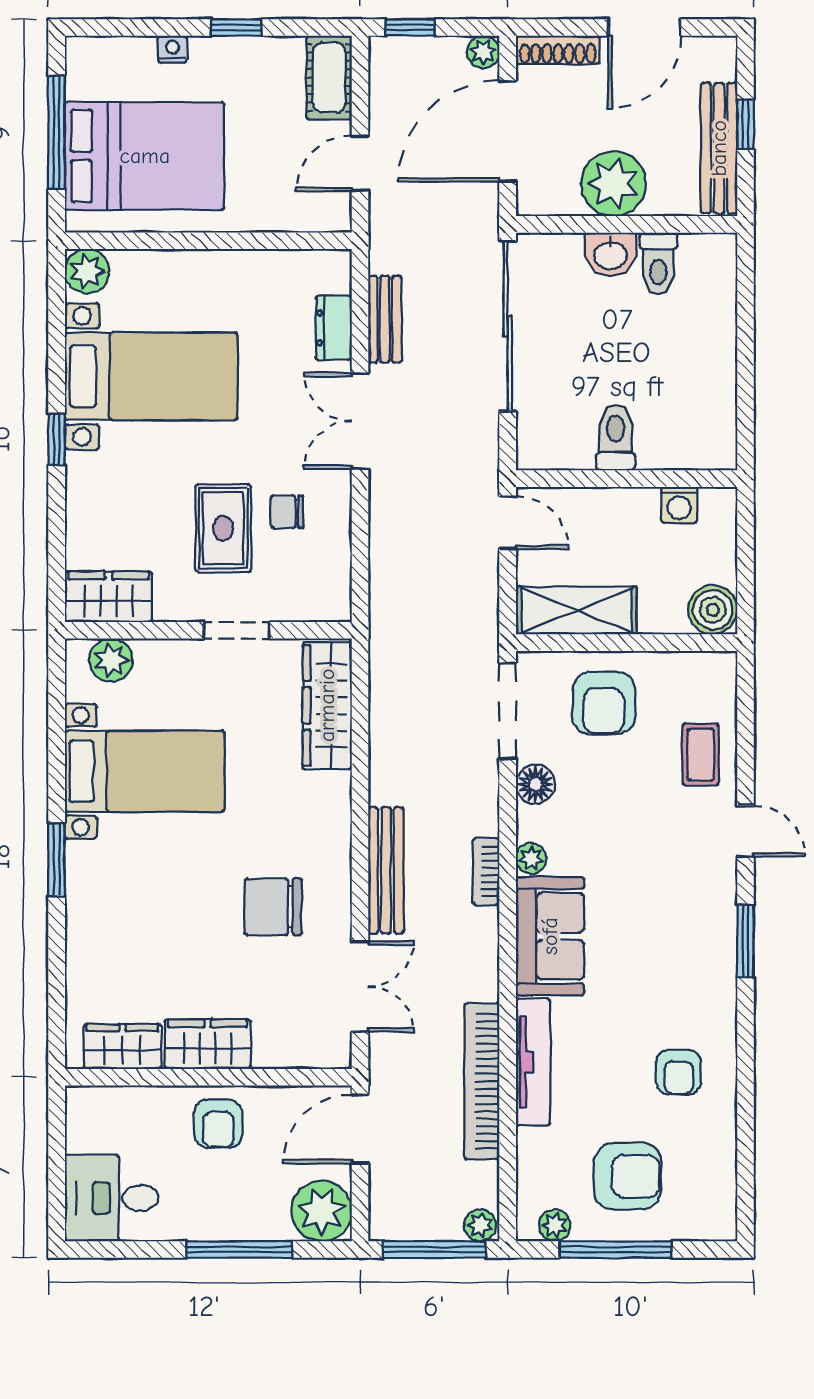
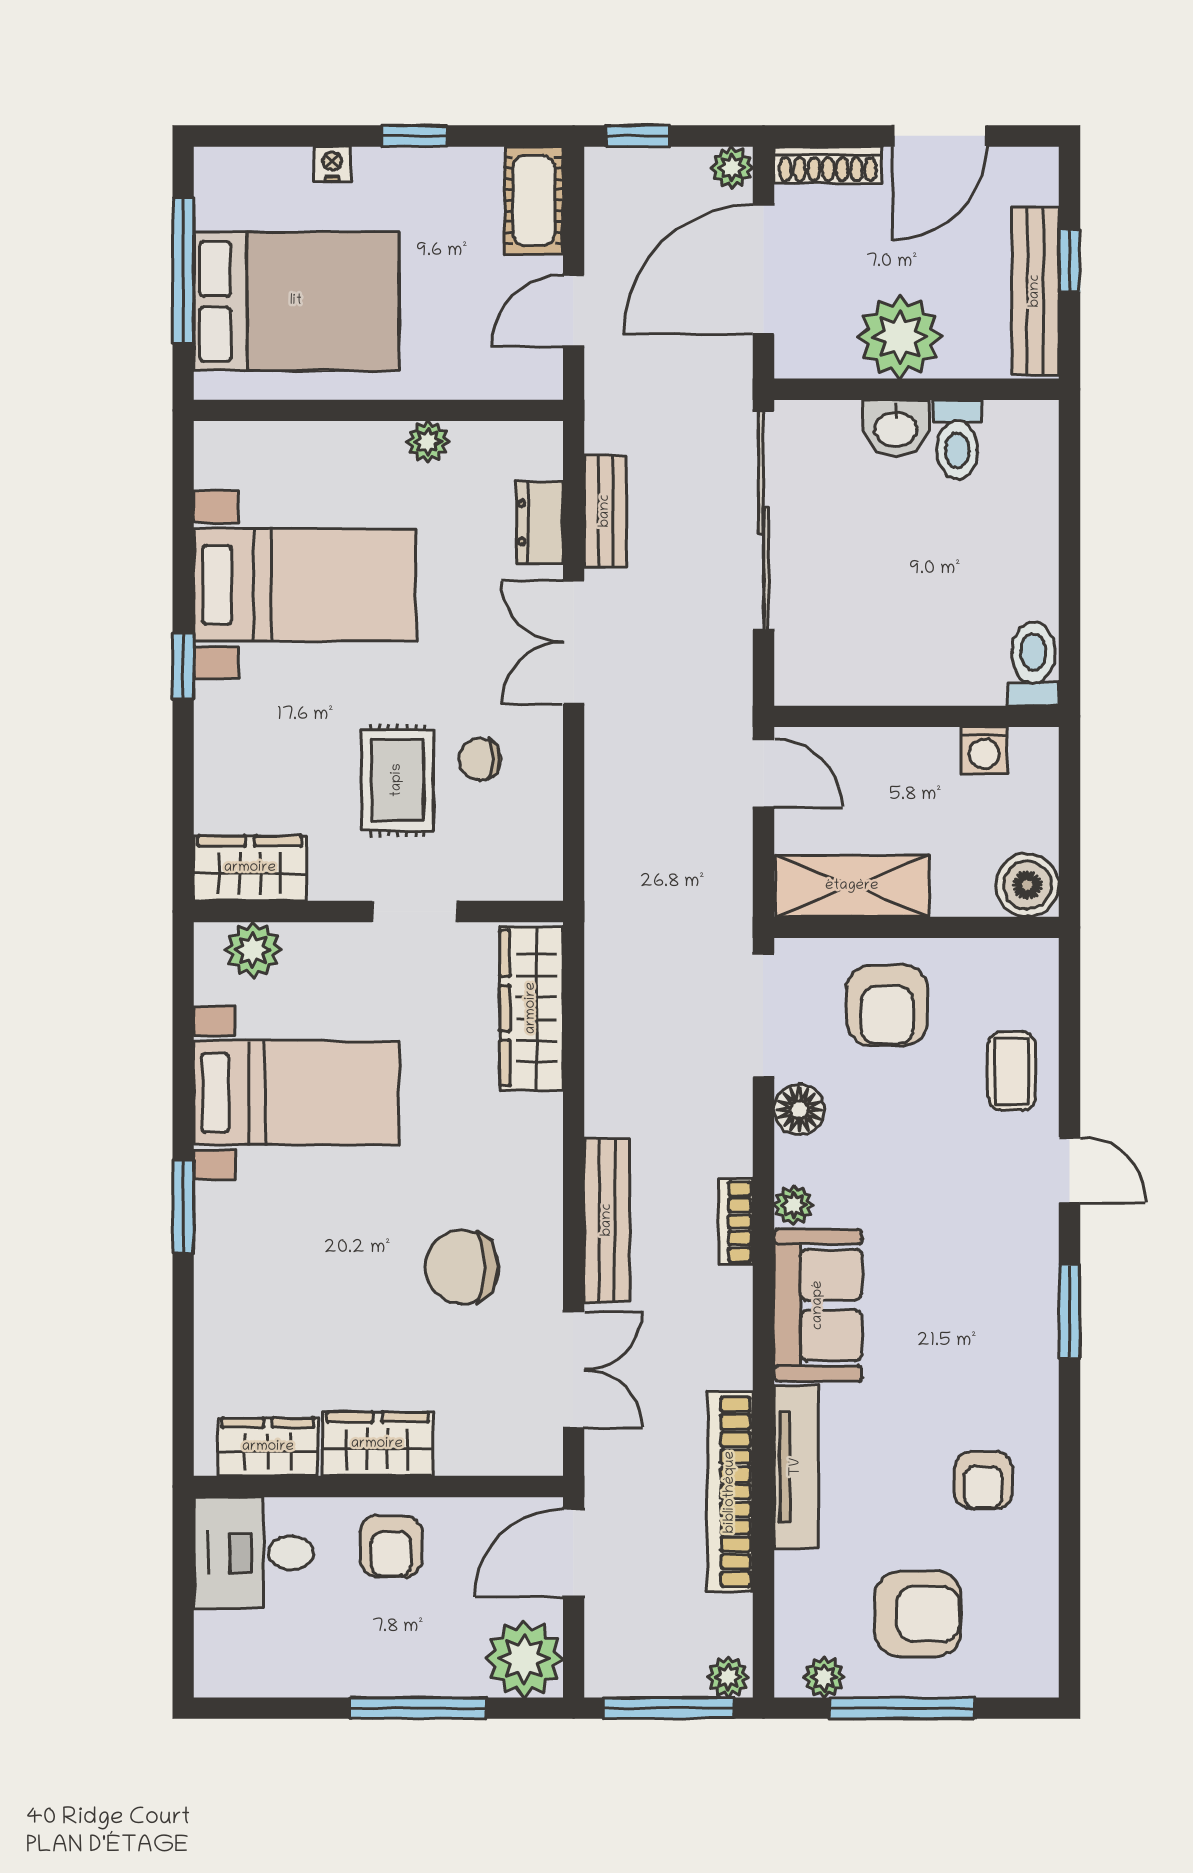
plant: (87, 271) -> (428, 442), moved, width x0.73, depth x0.73
toilet: (616, 438) -> (1033, 664), moved
desk: (112, 1198) -> (254, 1553), moved

